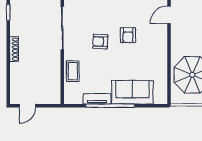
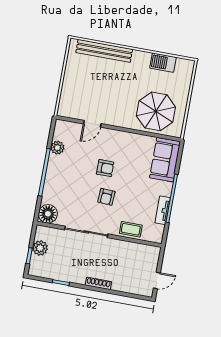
door: (169, 15) -> (92, 124), hinge flipped
sofa: (132, 92) -> (165, 160), moved
door: (27, 106) -> (157, 280), hinge flipped

